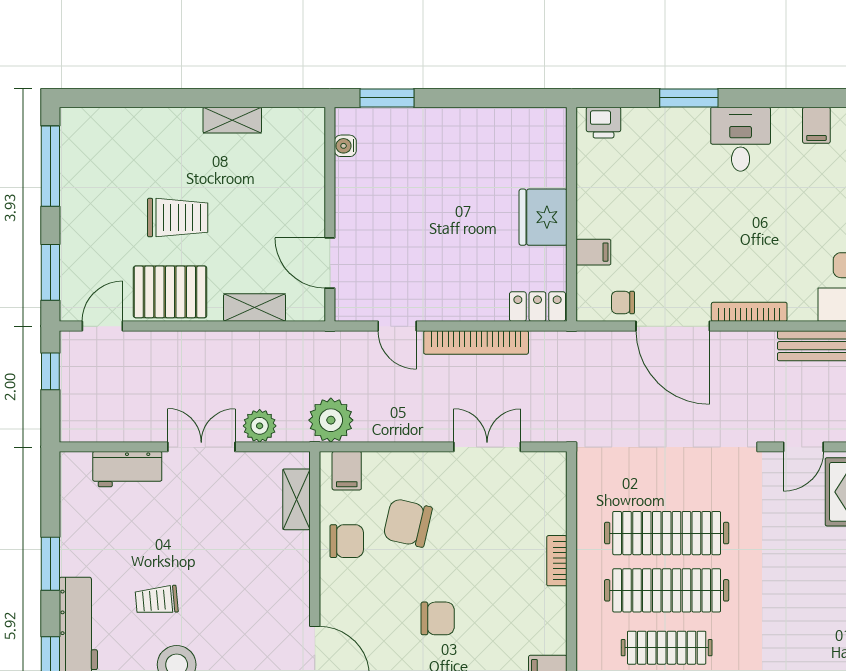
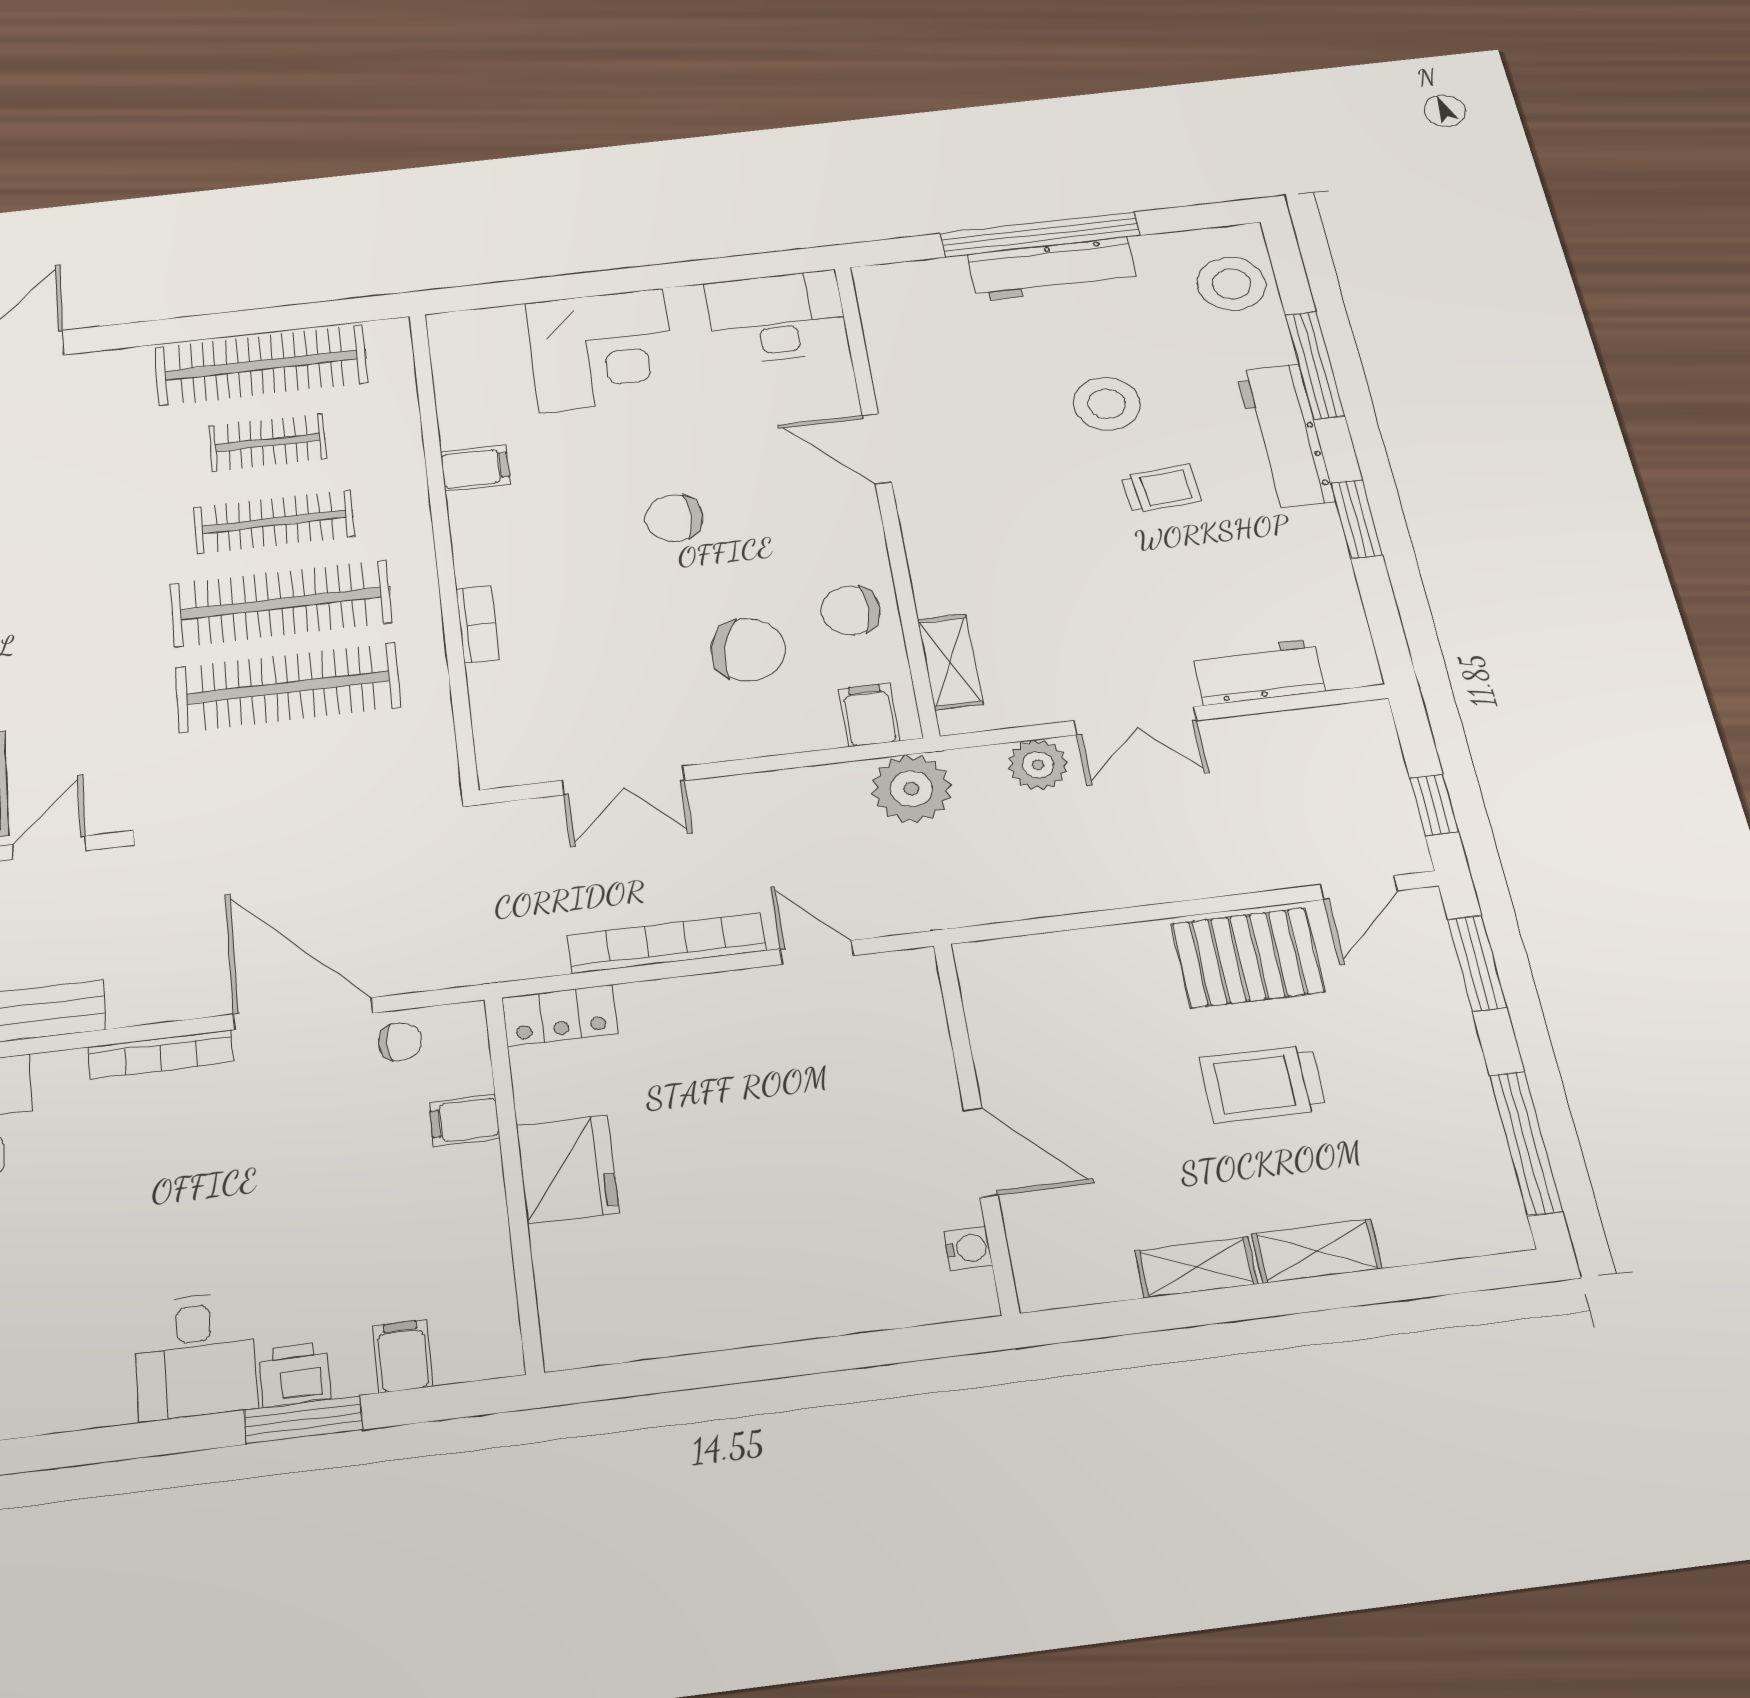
window: (387, 98) -> (902, 1345), removed
printer: (604, 123) -> (295, 1375), moved
filing cabinet: (816, 125) -> (403, 1356), moved
door: (330, 263) -> (981, 1152), moved
shelving: (255, 308) -> (1317, 1251), moved

